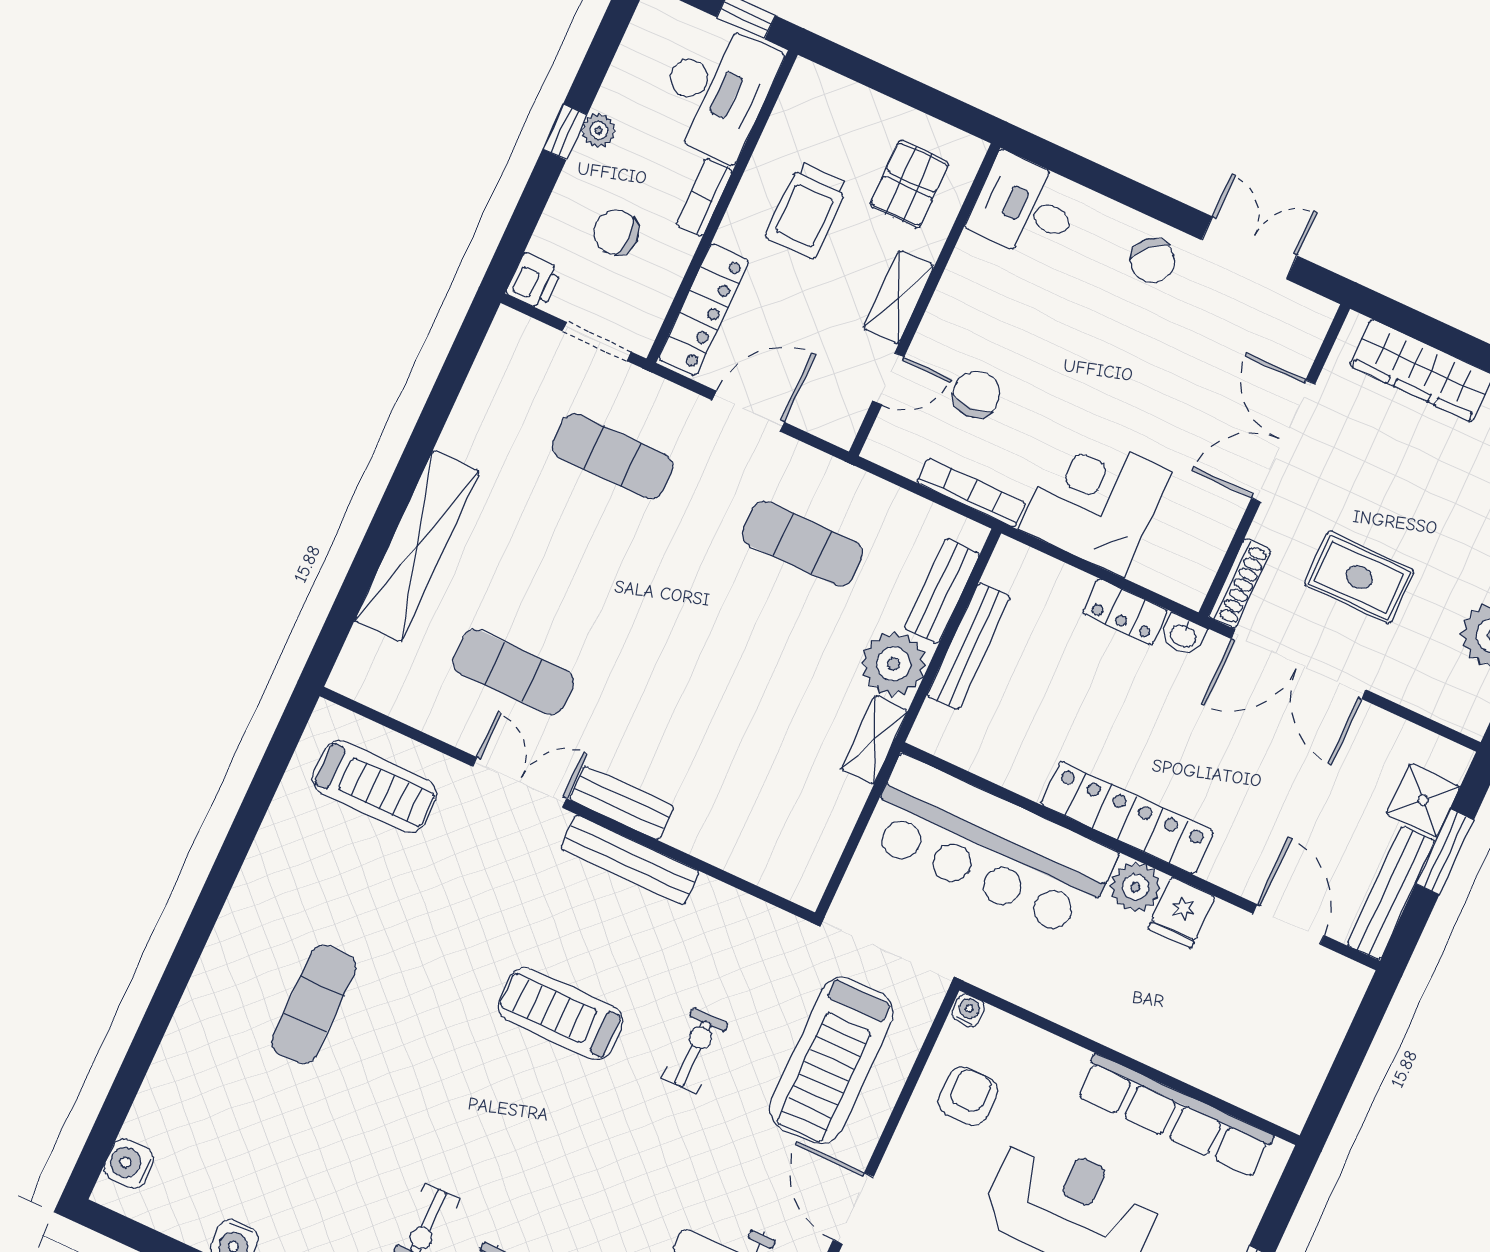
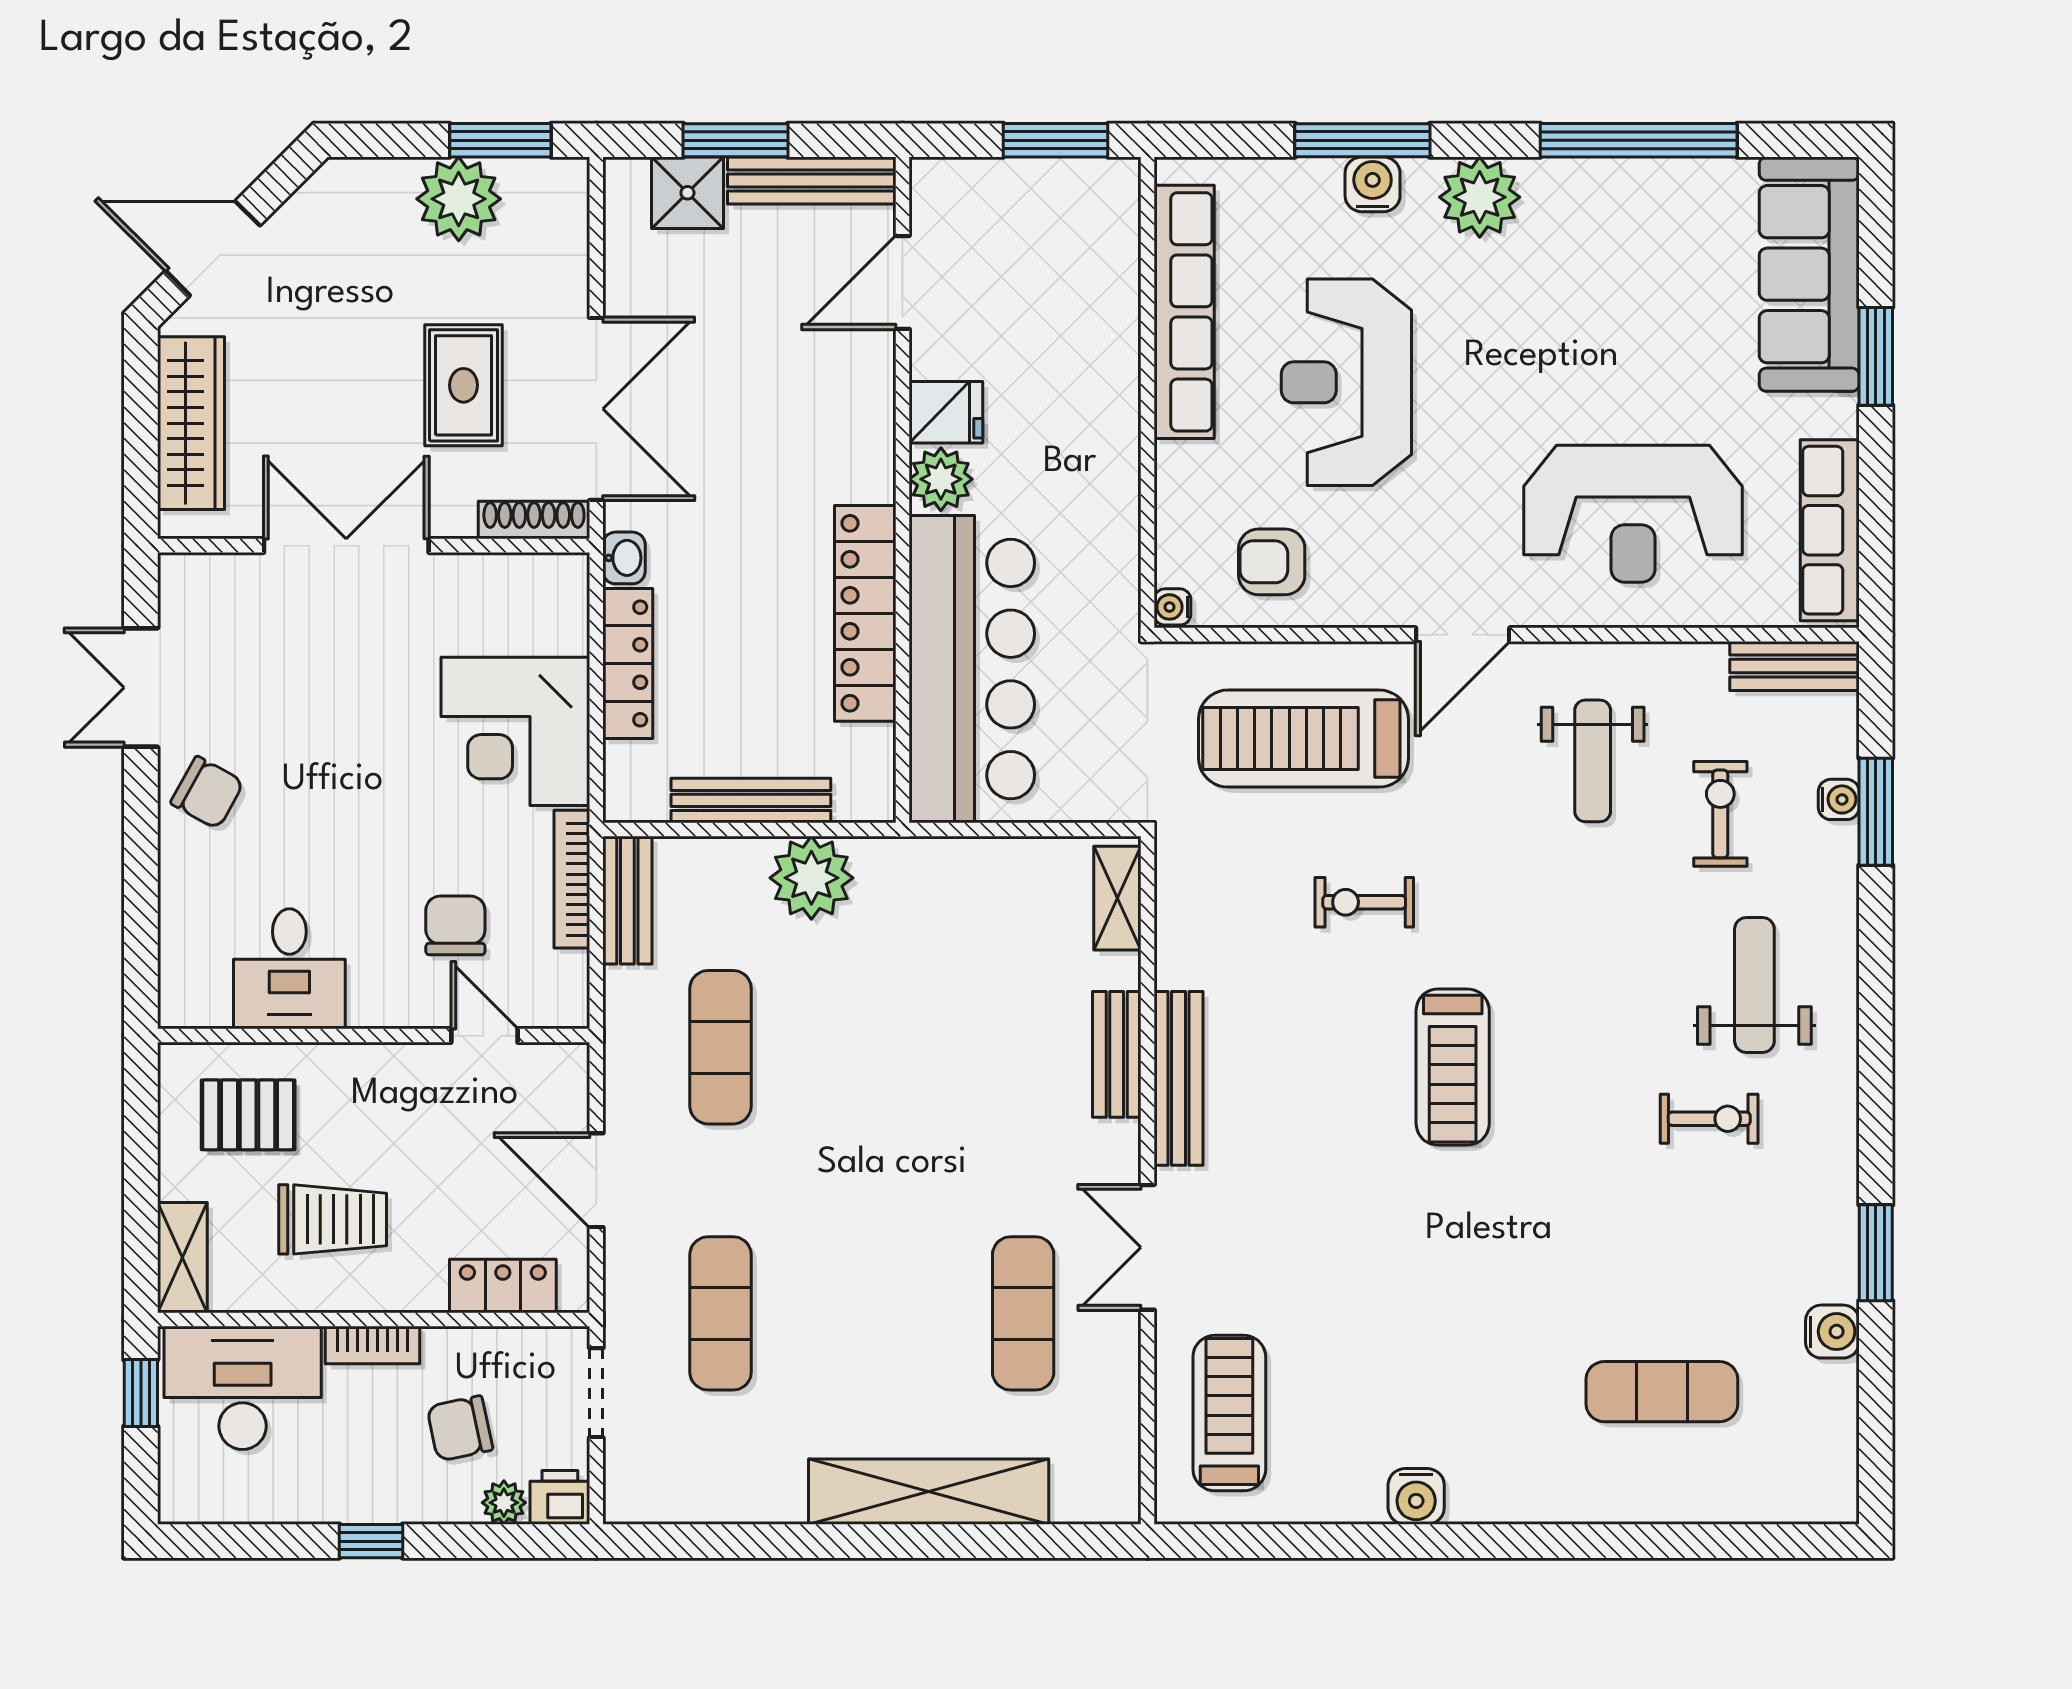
plant: (599, 131) -> (504, 1503), moved
desk: (1025, 207) -> (289, 969), moved
chair: (616, 232) -> (460, 1428), turned 78
chair: (1153, 261) -> (207, 793), turned 71
shelving: (899, 297) -> (182, 1258), moved, turned 90
locker: (704, 310) -> (503, 1286), width x0.66
chair: (976, 394) -> (455, 925), turned 90
double door: (1283, 441) -> (346, 546), swing flipped
bench: (942, 591) -> (627, 900), moved, turned 90
locker: (1125, 612) -> (628, 663), width x1.53
shelving: (874, 740) -> (1117, 898), moved, turned 90
bench: (622, 803) -> (1117, 1054), moved
locker: (1127, 818) -> (865, 613), moved
exercise mat: (314, 1004) -> (1662, 1392), moved
treadmill: (561, 1014) -> (1453, 1067), moved
treadmill: (831, 1061) -> (1304, 739), turned 180
window: (1340, 1080) -> (1056, 140), added
water cooler: (129, 1164) -> (1416, 1496), moved

